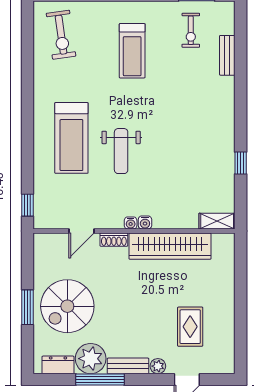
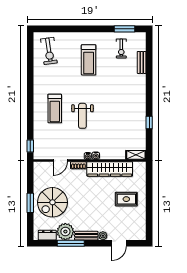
treadmill: (71, 138) -> (55, 109), width x0.73, depth x0.73
rug: (190, 327) -> (126, 199), moved, turned 90

